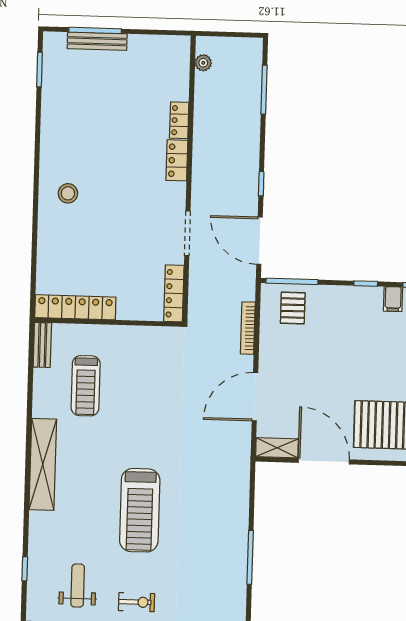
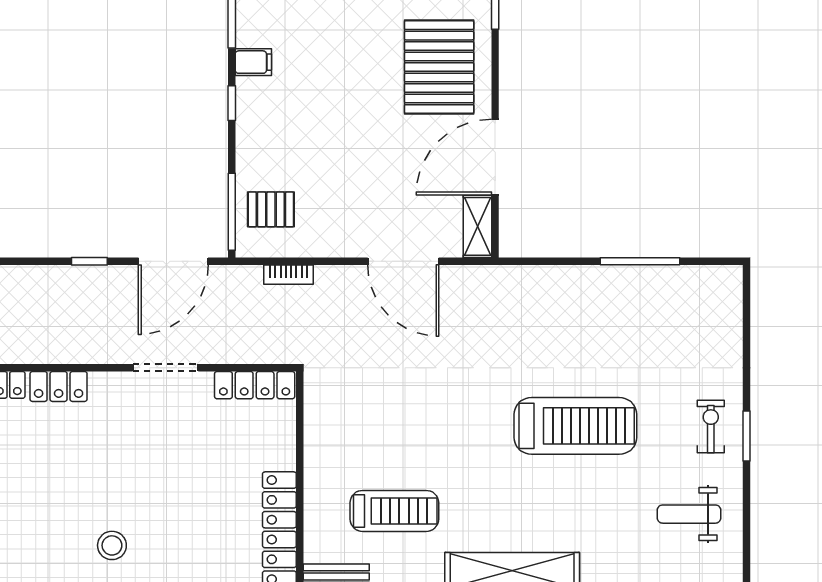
bookcase: (248, 328) -> (289, 275), width x0.64

